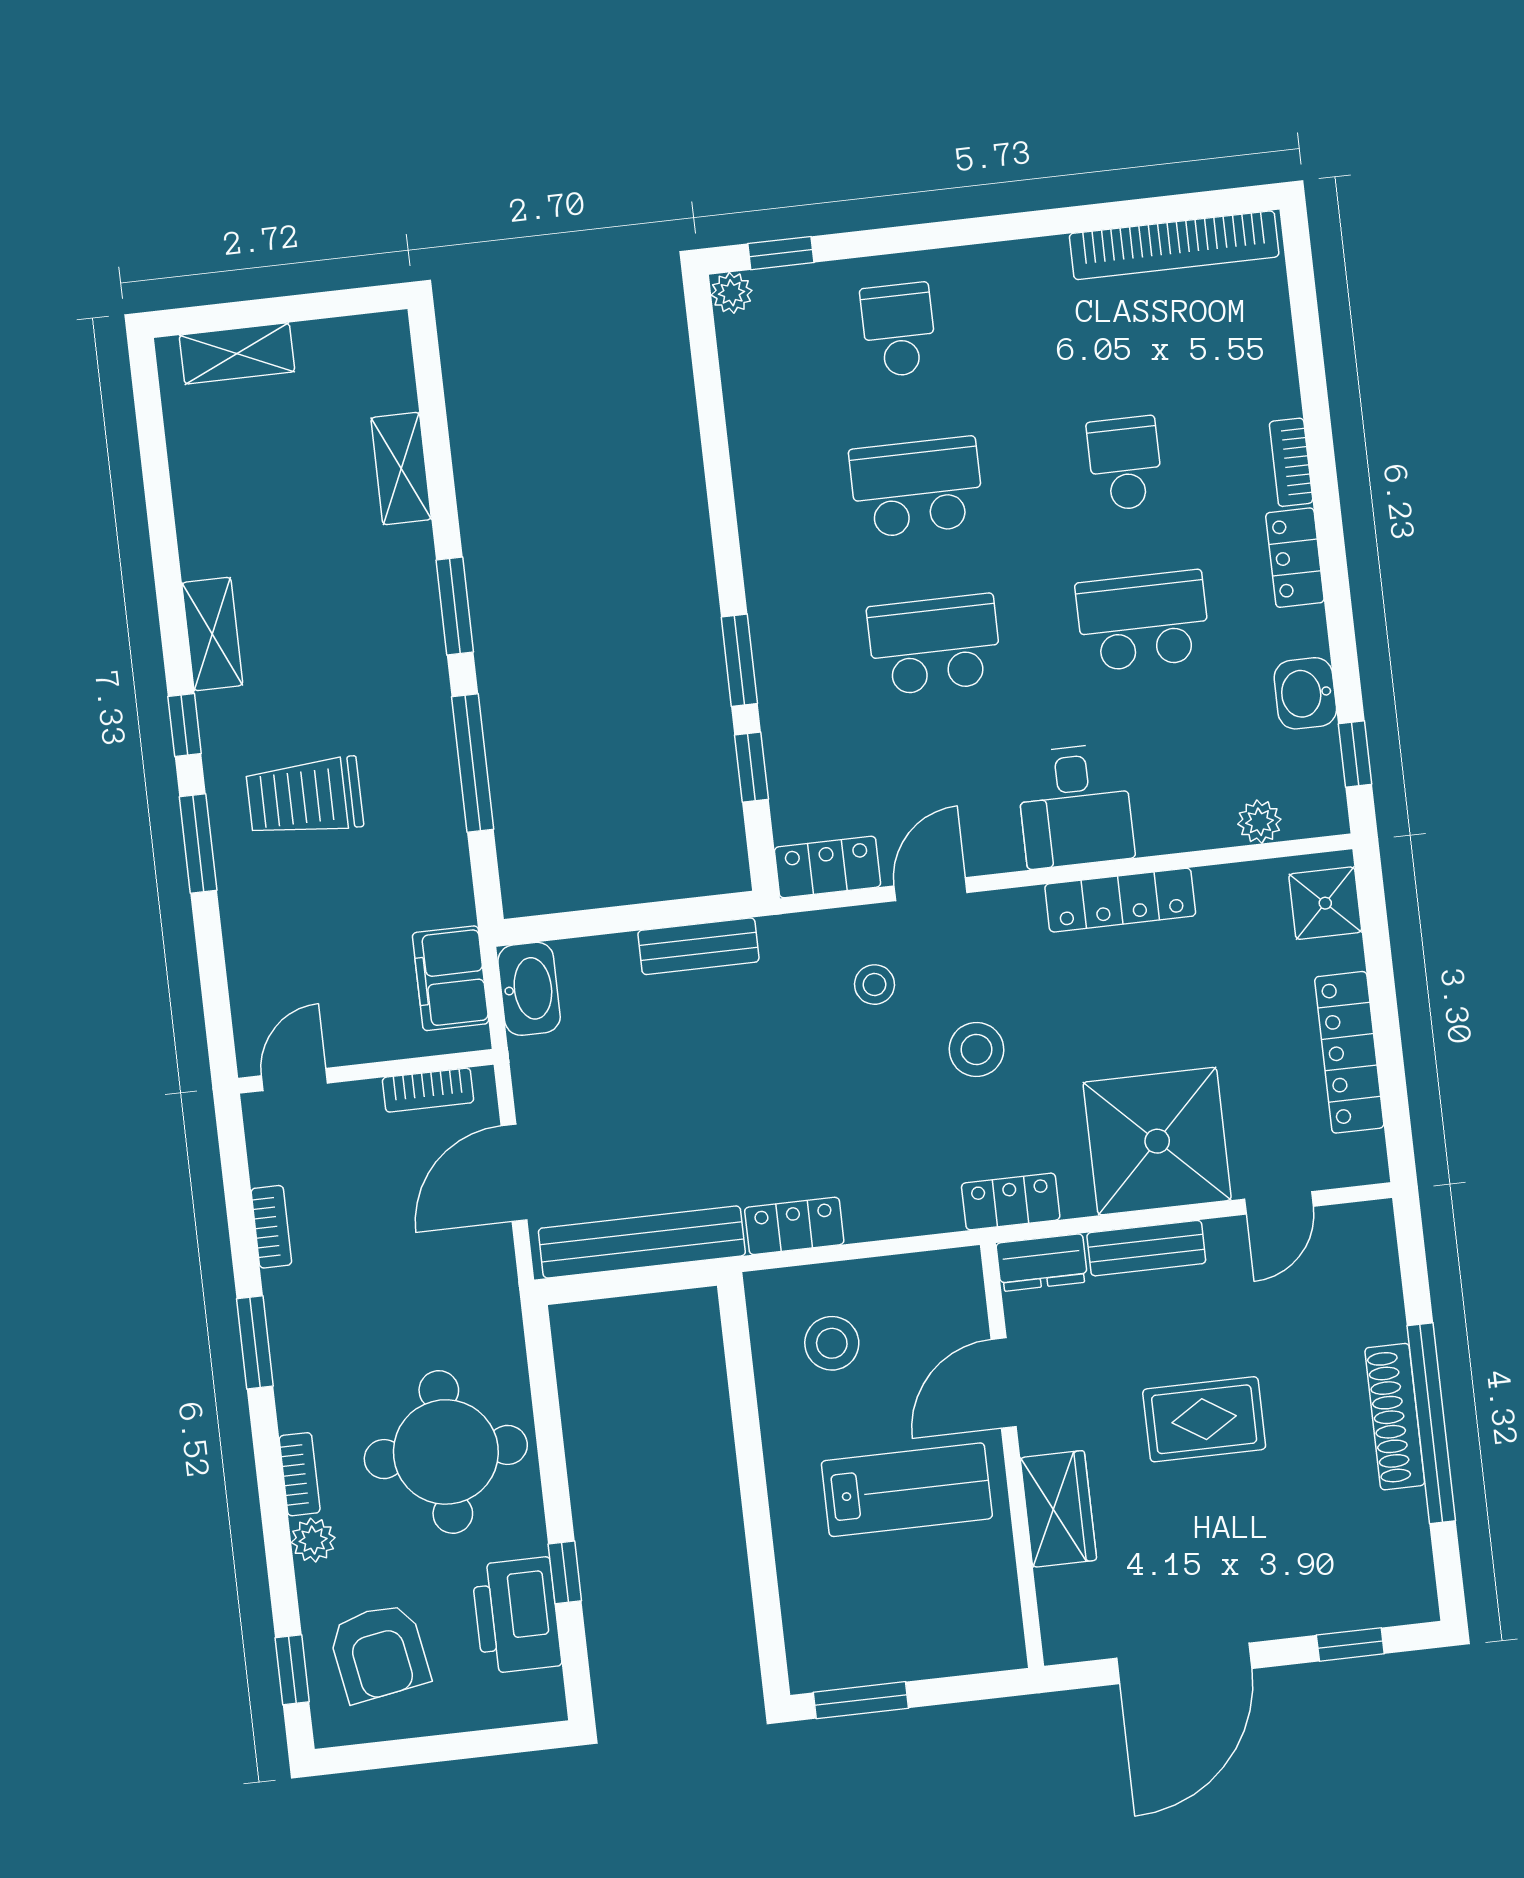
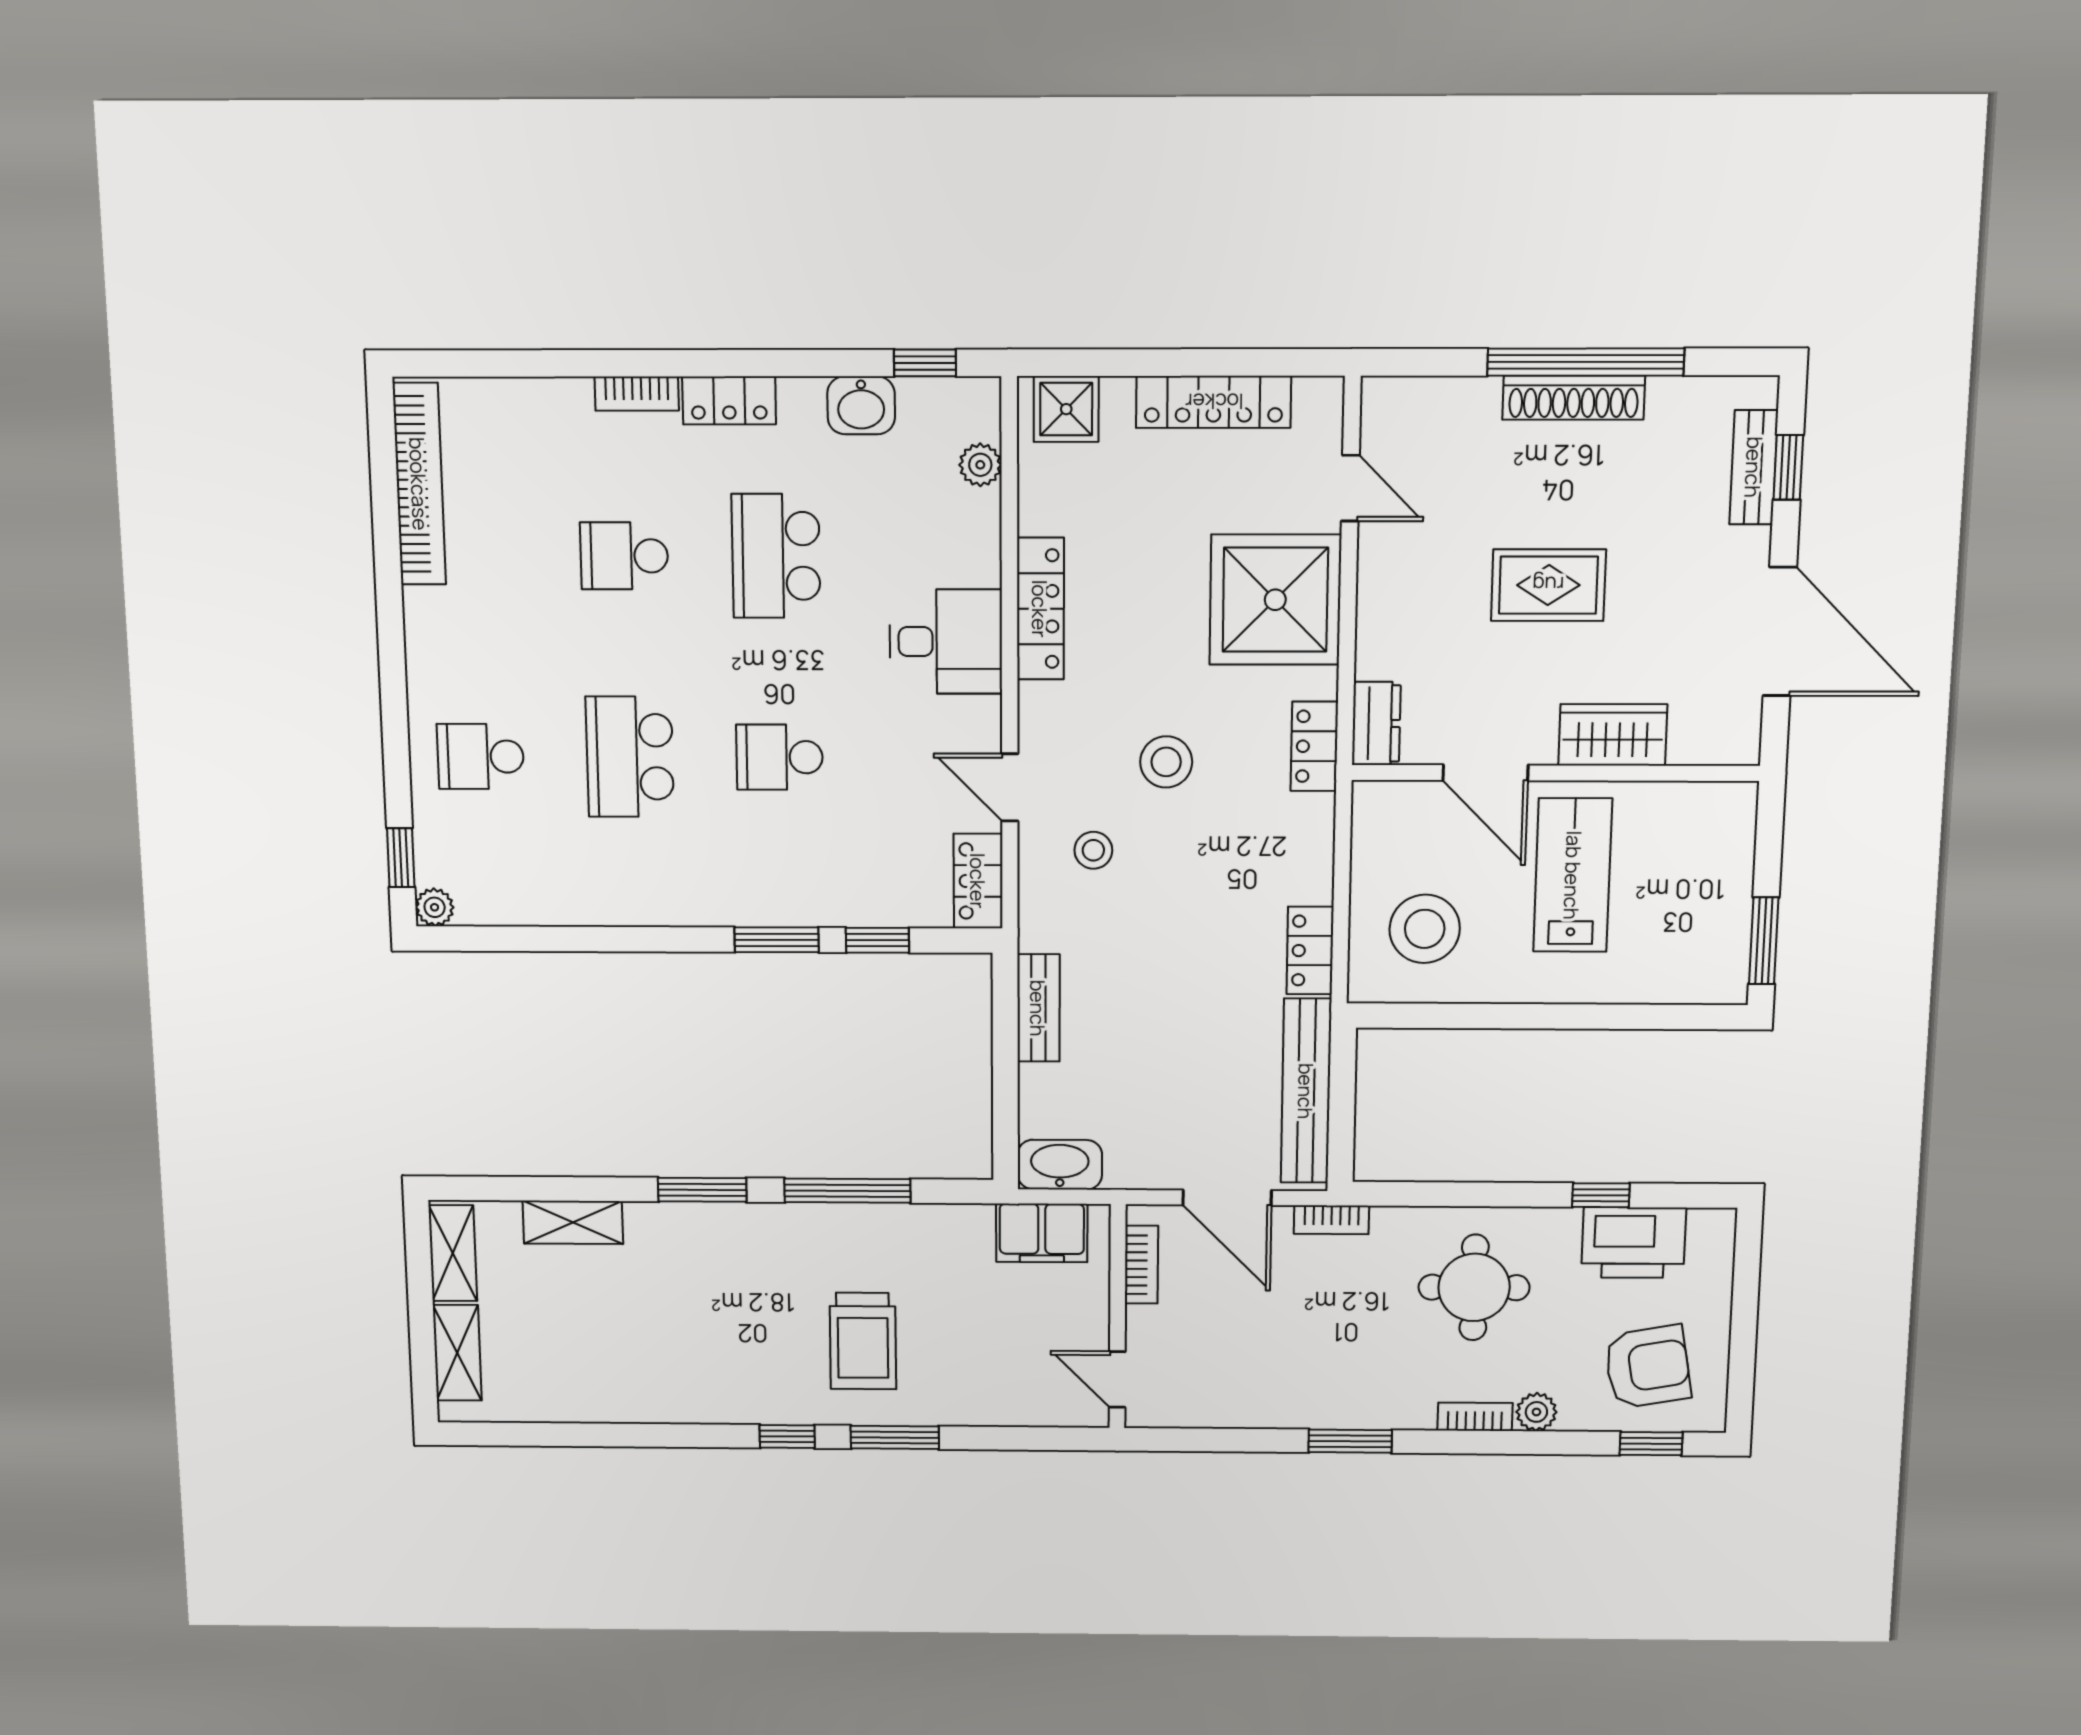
shelving: (212, 634) -> (453, 1253), moved, turned 90
school desk: (934, 645) -> (780, 757), width x0.54
bookcase: (271, 1227) -> (1331, 1220), moved, turned 180
bench: (1146, 1248) -> (1754, 467), moved
stool: (832, 1343) -> (1425, 929), width x1.38, depth x1.38
rug: (1204, 1419) -> (1548, 585), turned 90
round table: (446, 1452) -> (1474, 1287), width x0.73, depth x0.73

